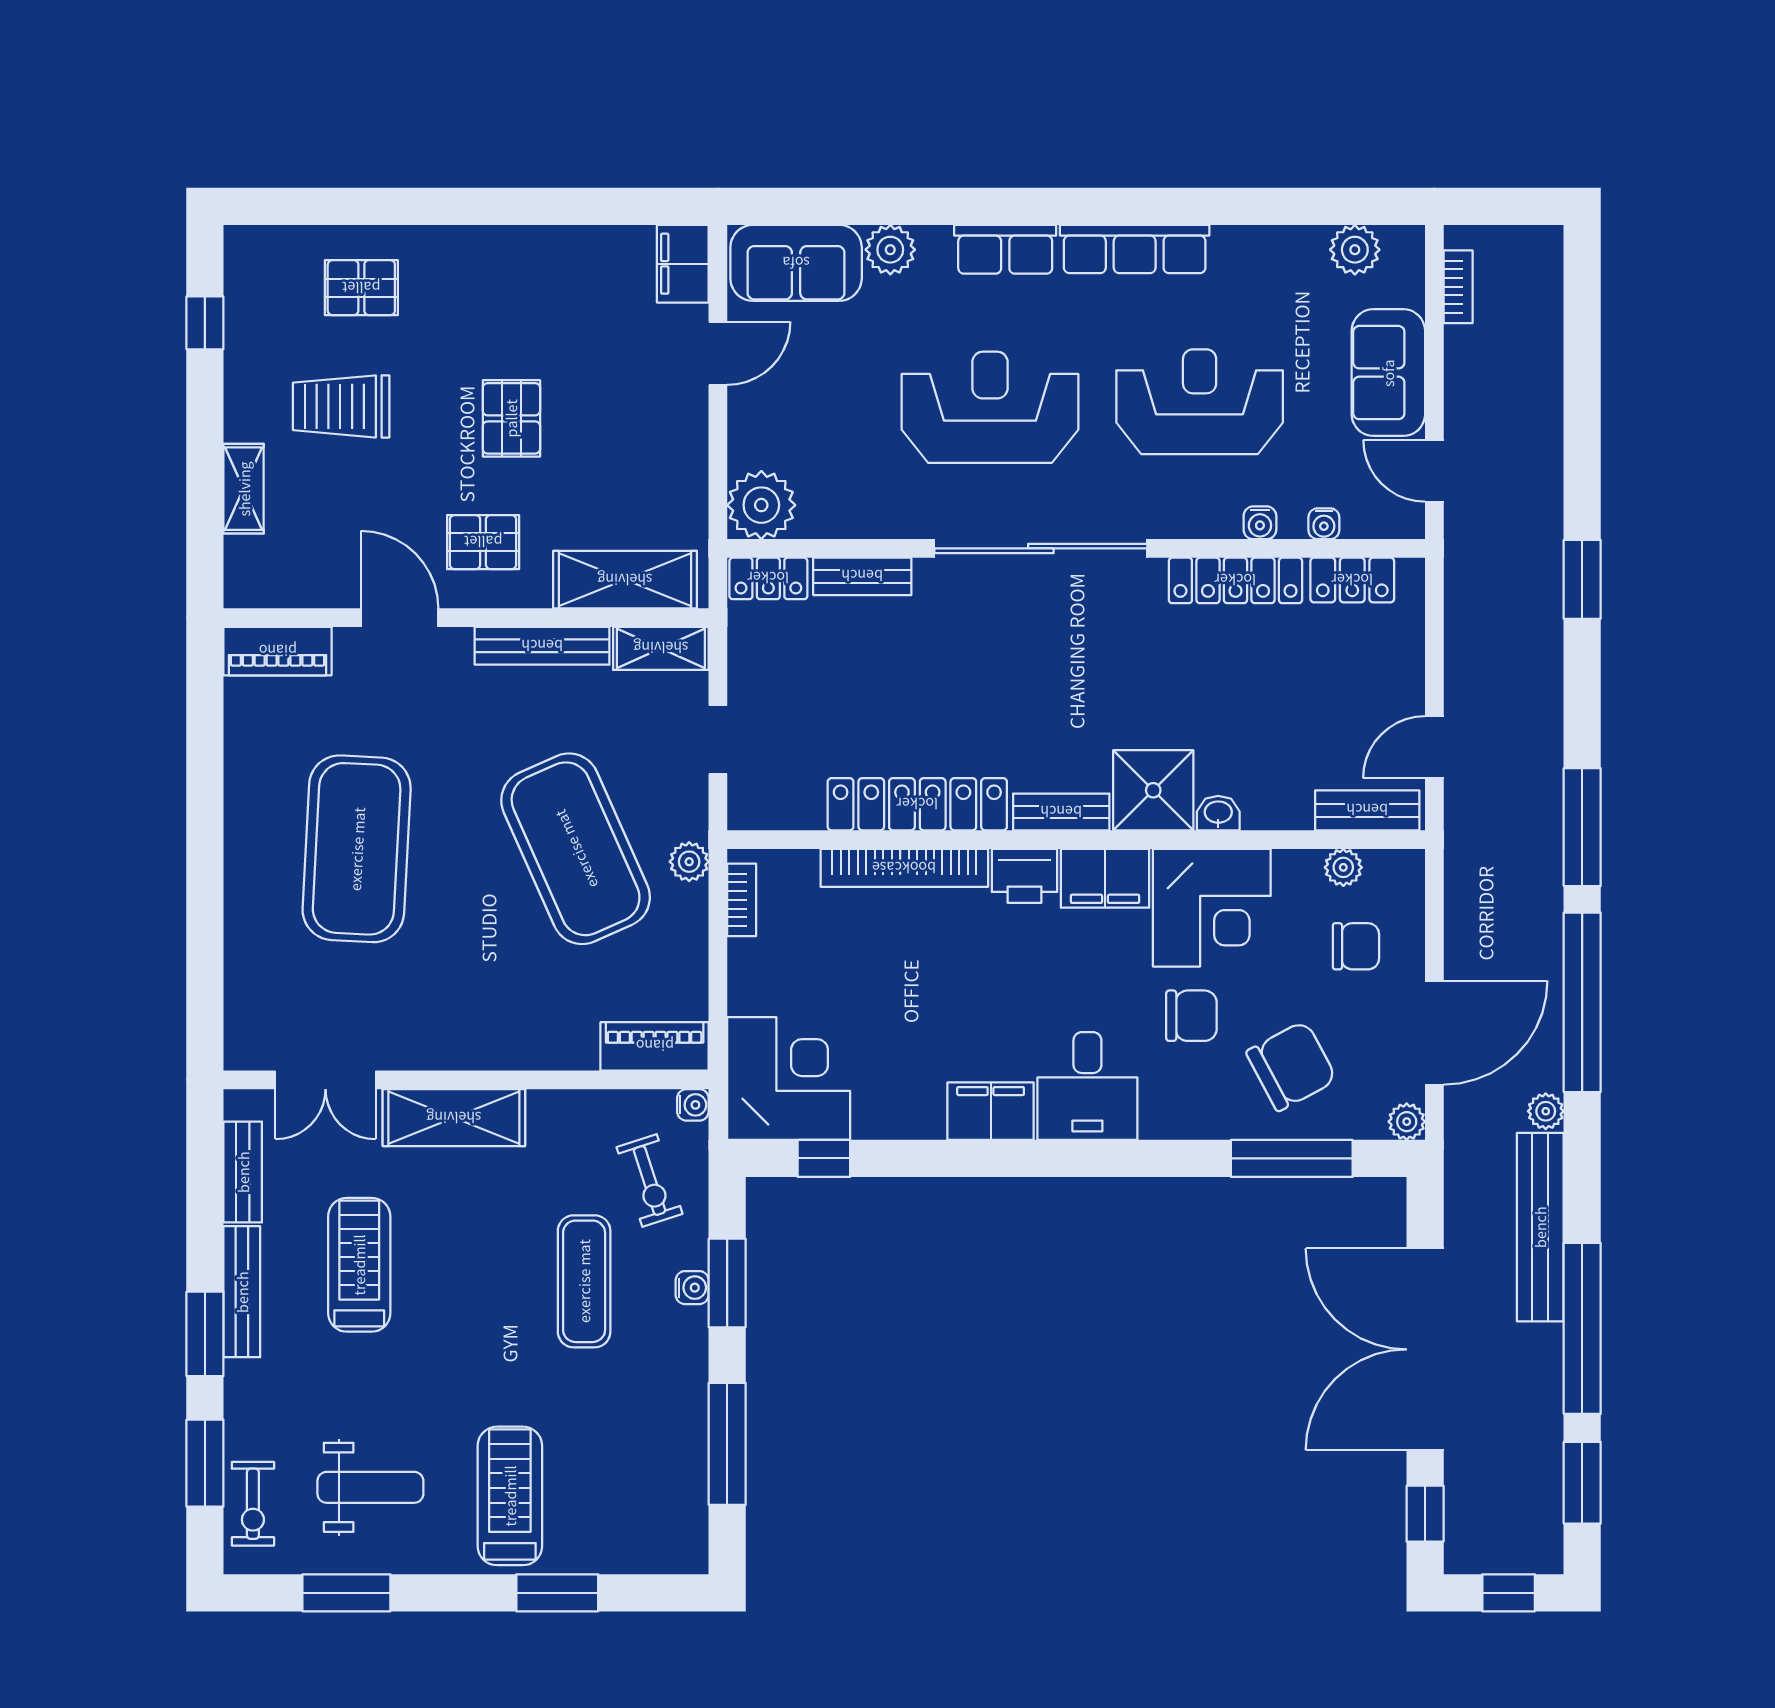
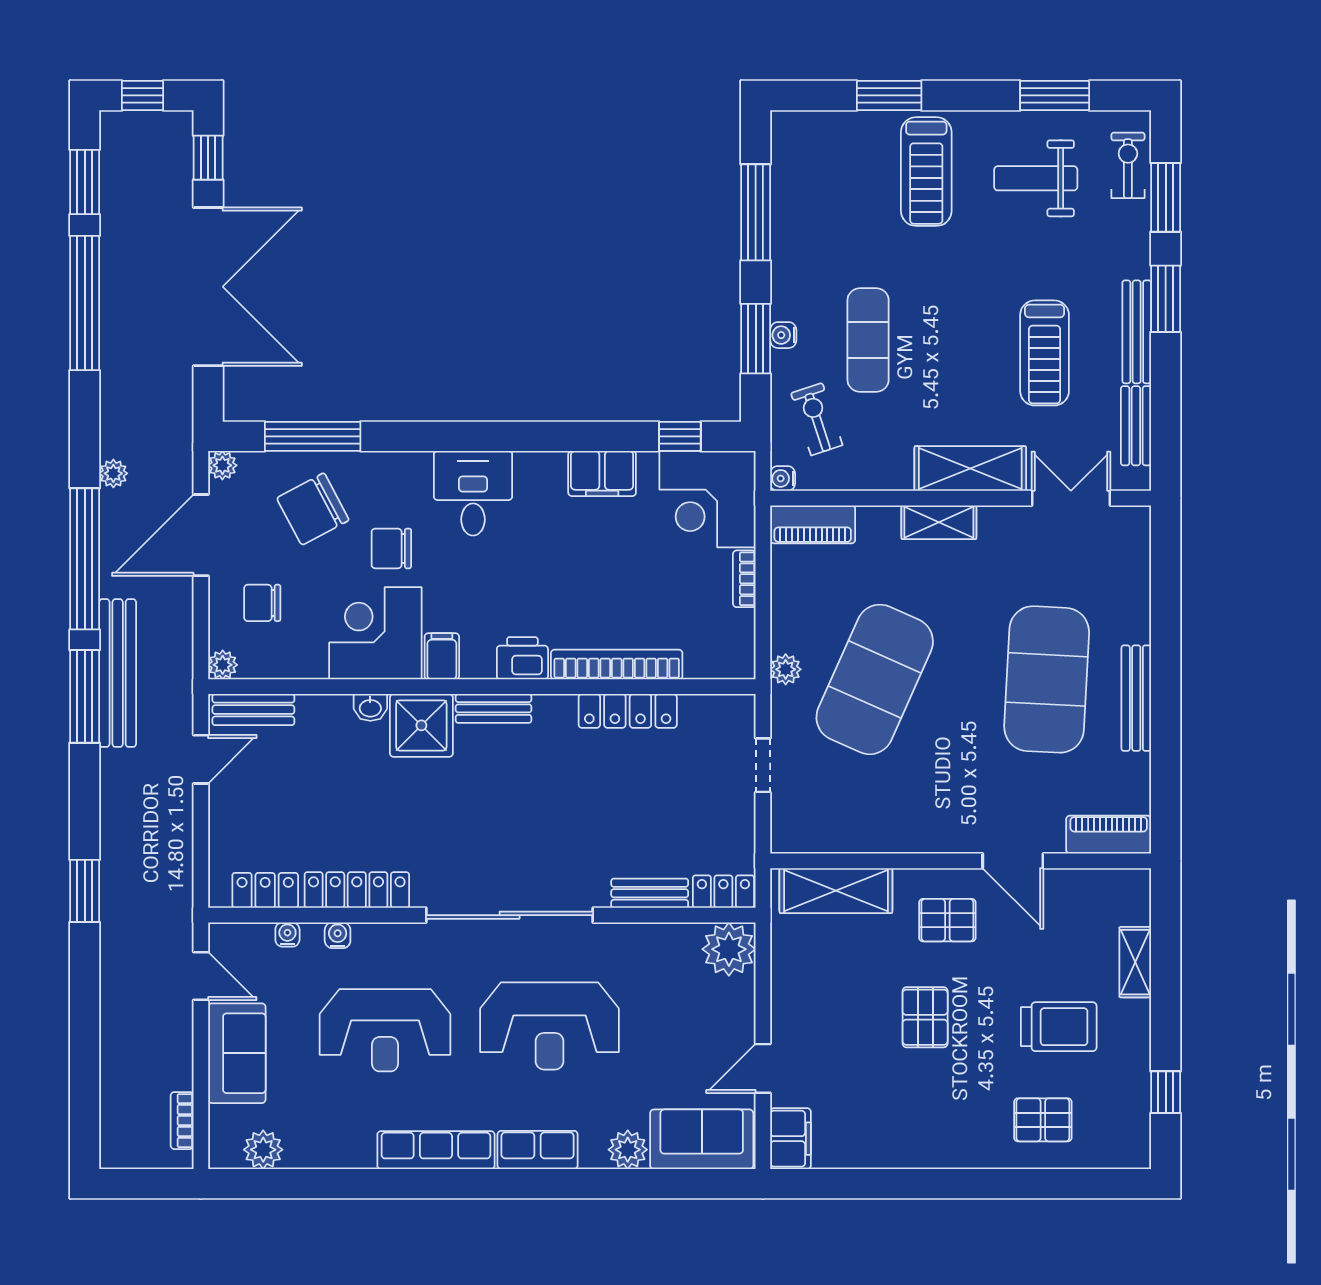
bench: (542, 646) -> (1136, 698), moved, turned 90
shelving: (661, 648) -> (939, 522), moved
locker: (917, 804) -> (628, 711), width x0.71, depth x0.83
exercise mat: (576, 849) -> (875, 679), turned 48
plant: (1343, 867) -> (223, 665), moved
filing cabinet: (1105, 878) -> (442, 656), width x0.50
bookcase: (742, 900) -> (744, 579), moved
filing cabinet: (991, 1111) -> (602, 474), moved
bench: (1540, 1227) -> (118, 673), moved

